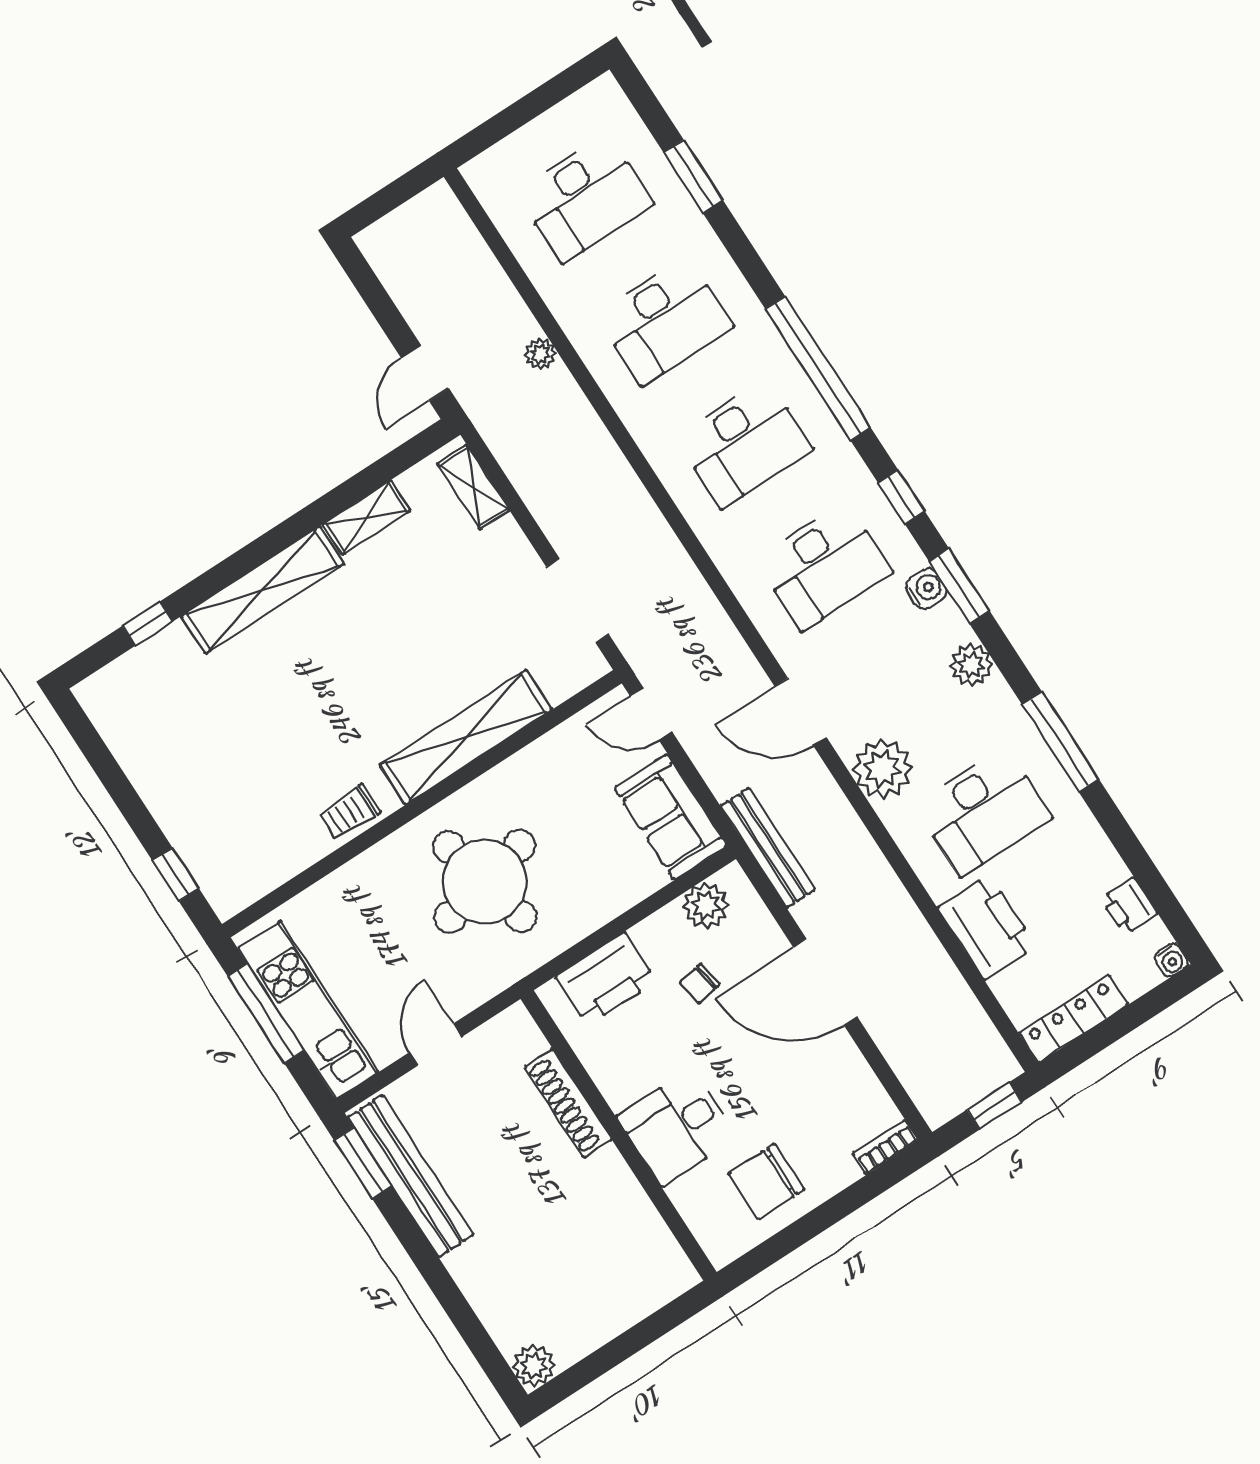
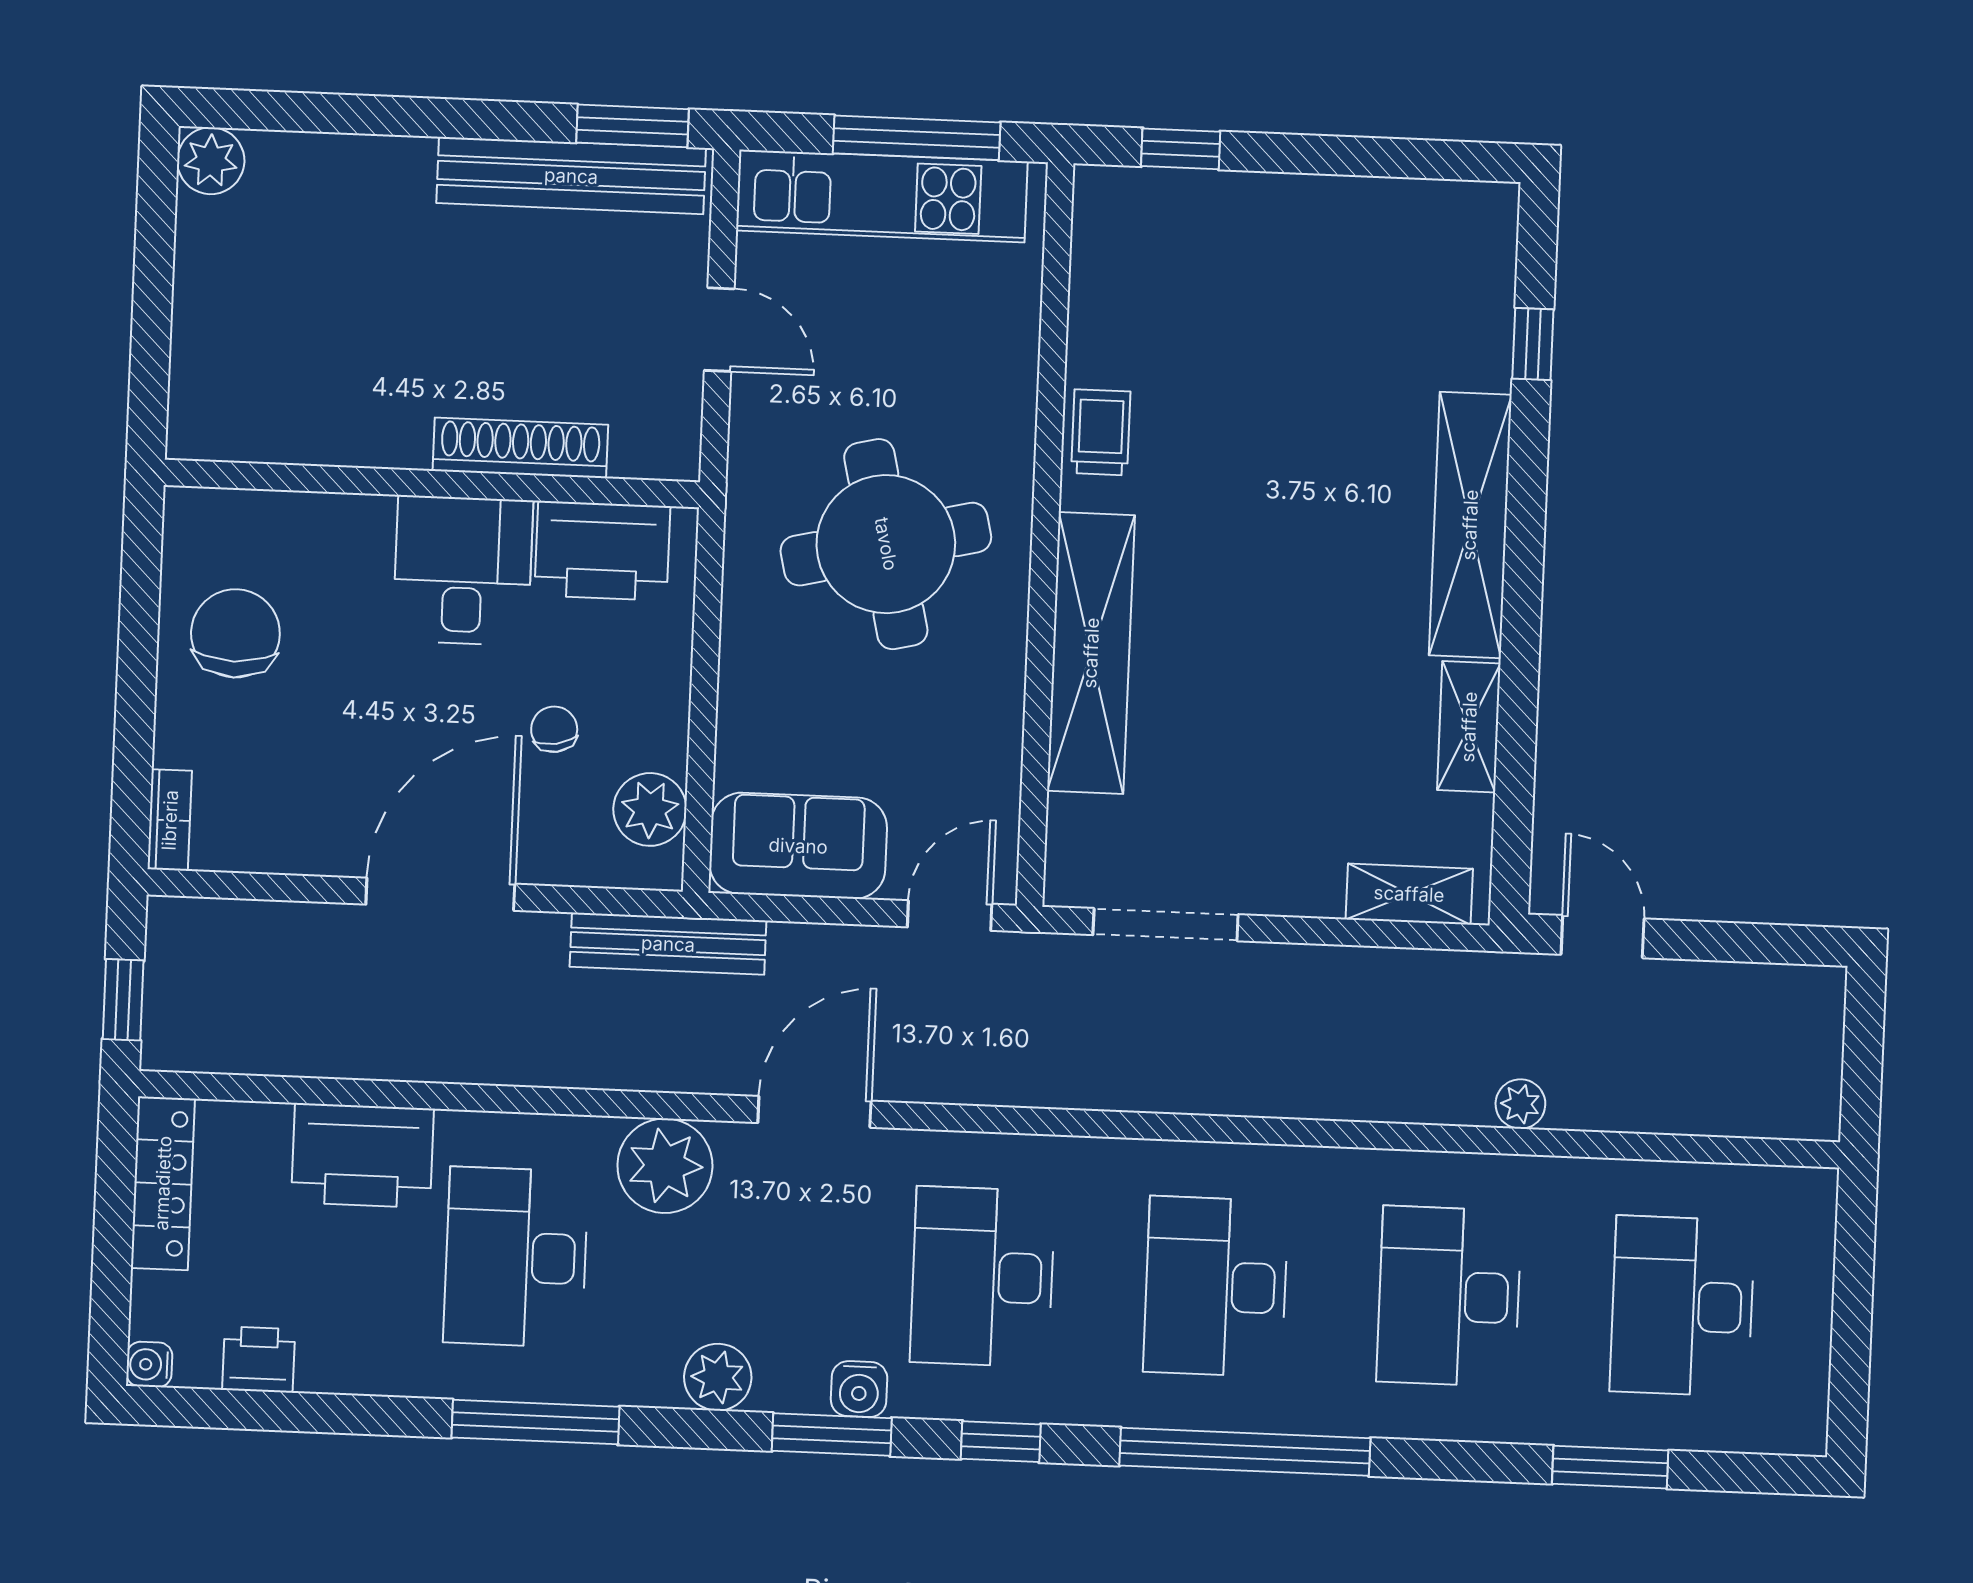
printer: (606, 979) -> (602, 551), moved, turned -90
desk: (677, 1127) -> (463, 570), moved

